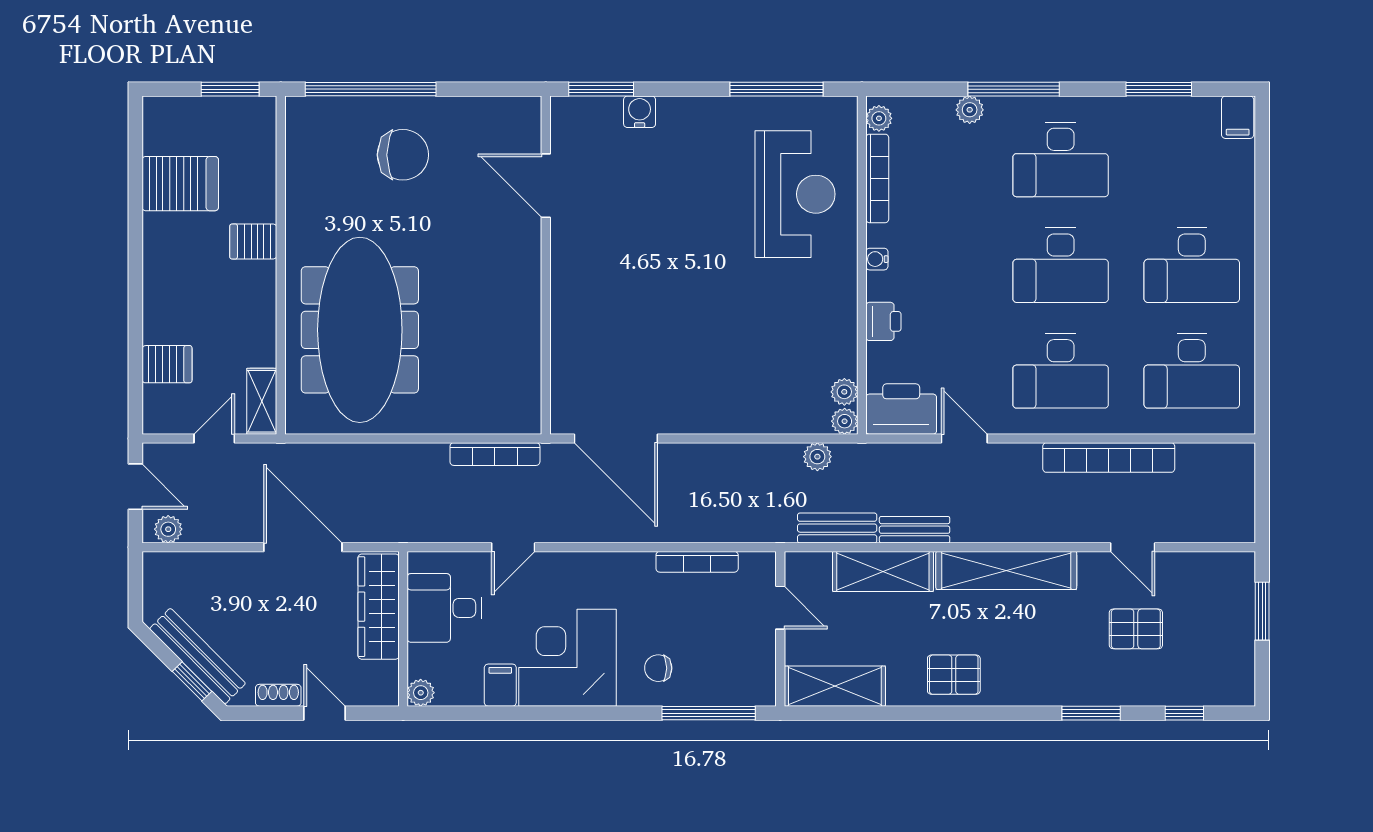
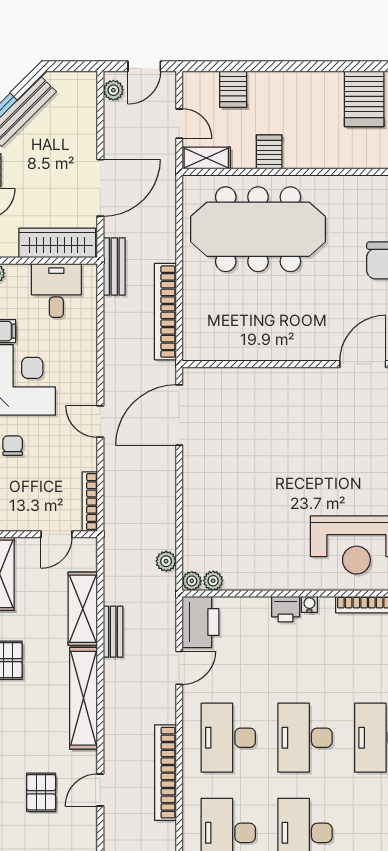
server rack: (253, 241) -> (269, 152), moved
printer: (883, 321) -> (286, 609), moved
bookcase: (495, 454) -> (165, 312), width x1.48, depth x1.31
bench: (837, 528) -> (114, 267), moved
door: (513, 547) -> (100, 421), moved
bookcase: (697, 562) -> (90, 502), moved

